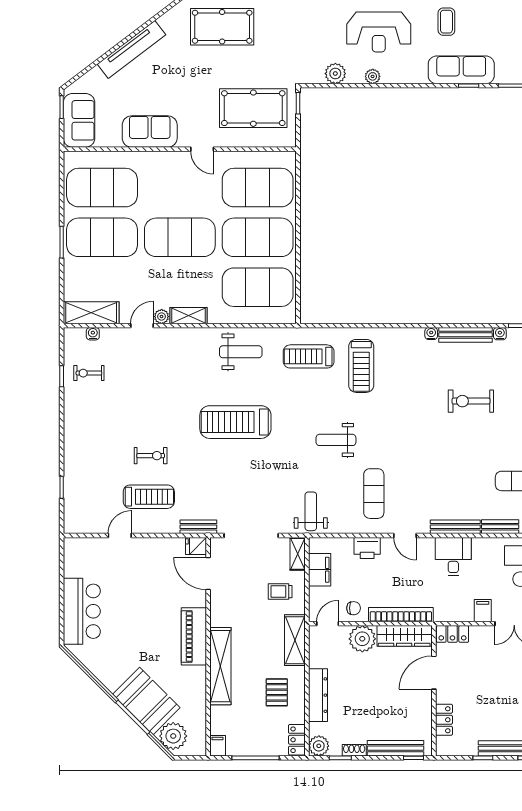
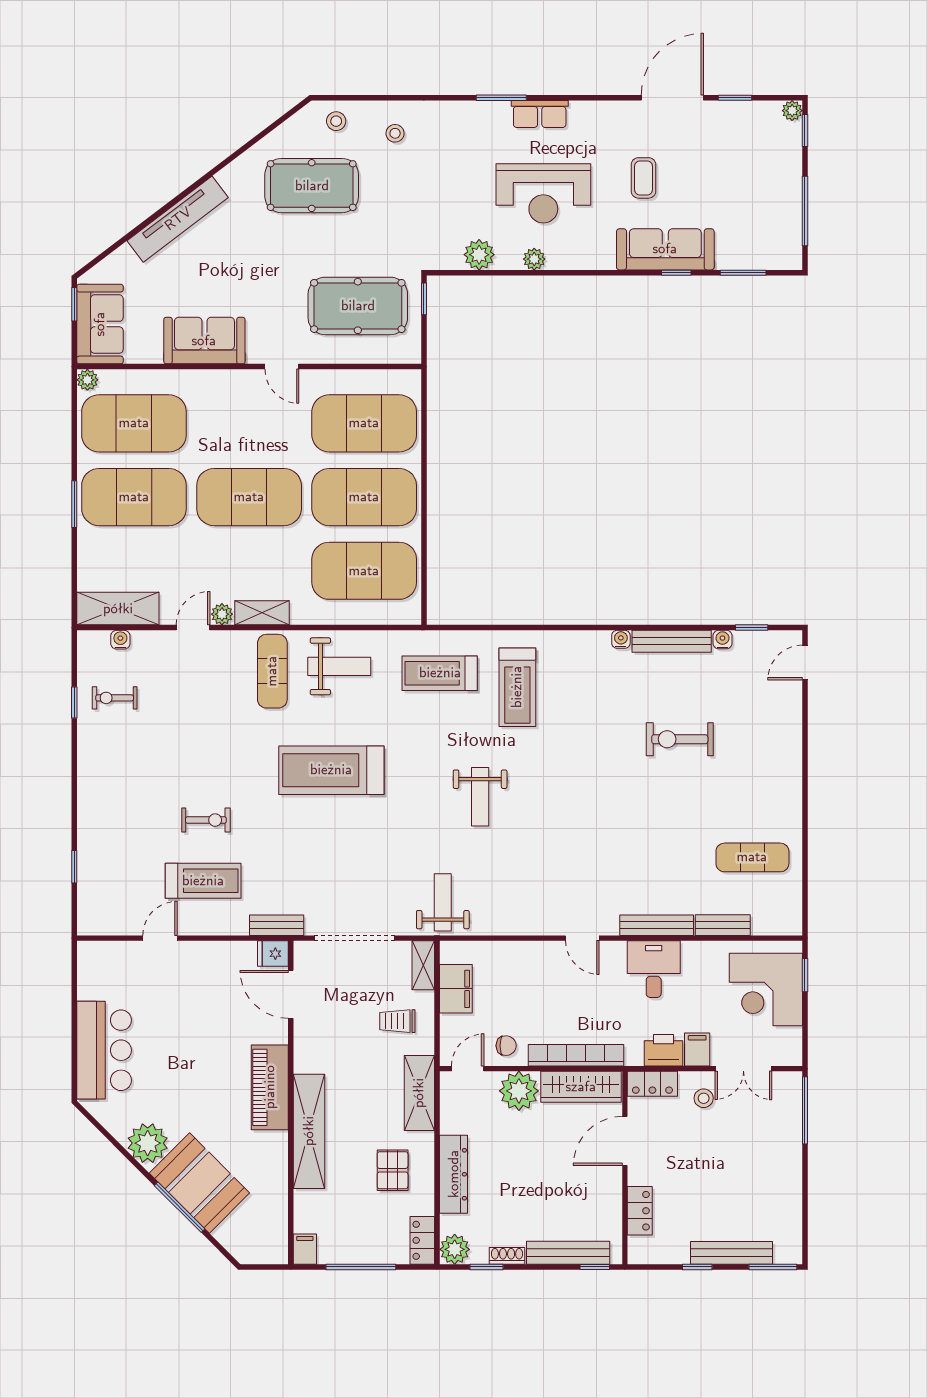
plant: (71, 158) -> (87, 380), added
weight bench: (336, 440) -> (480, 797), turned -90
exercise mat: (374, 494) -> (272, 671), moved
printer: (367, 548) -> (663, 1050), moved, turned 180
stool: (487, 644) -> (704, 1098), added
plant: (173, 736) -> (148, 1143), moved

